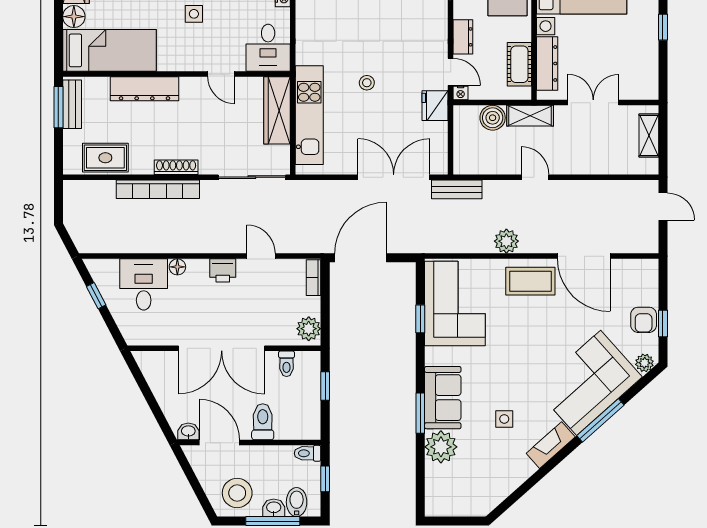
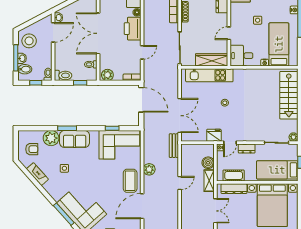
printer: (223, 270) -> (133, 29), width x1.87, depth x1.48
toilet: (263, 422) -> (63, 75), moved
fireplace: (551, 445) -> (37, 174), moved
armchair: (464, 487) -> (32, 149), added

